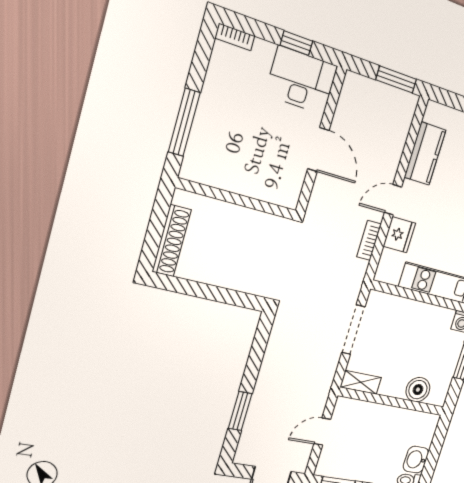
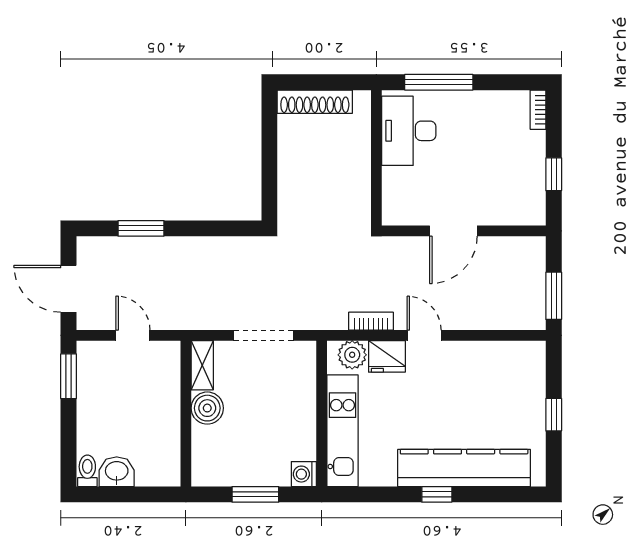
desk: (301, 80) -> (409, 131), moved, turned 180
kitchen counter: (425, 154) -> (486, 357), removed
plant: (390, 263) -> (352, 355), added
boiler: (418, 390) -> (207, 408), moved

